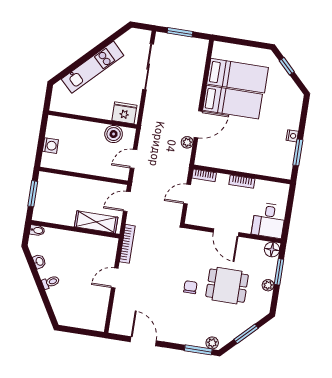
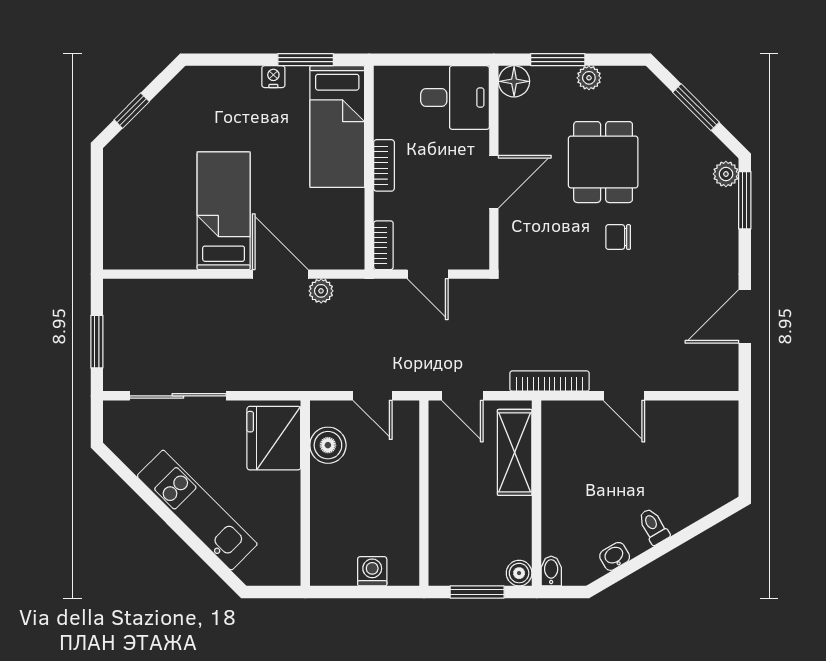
bed: (238, 76) -> (337, 127), moved, turned 180
fridge: (124, 113) -> (274, 438), width x1.36, depth x1.34
boiler: (39, 215) -> (519, 573), added

